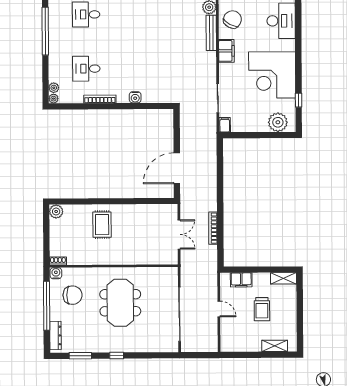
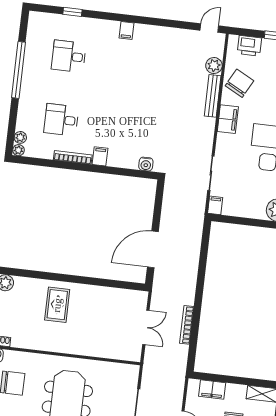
filing cabinet: (123, 95) -> (100, 156), added
water cooler: (135, 97) -> (146, 164), moved

